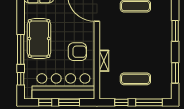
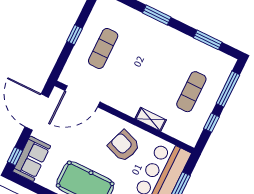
armchair: (77, 52) -> (124, 146), turned -70

